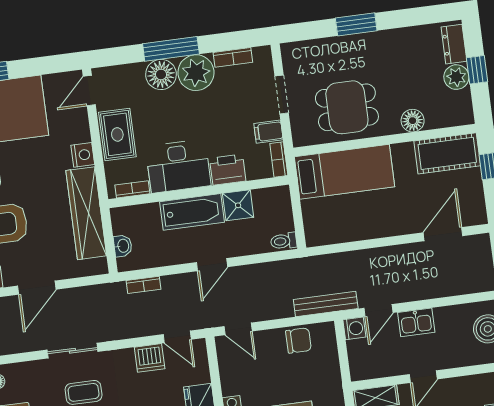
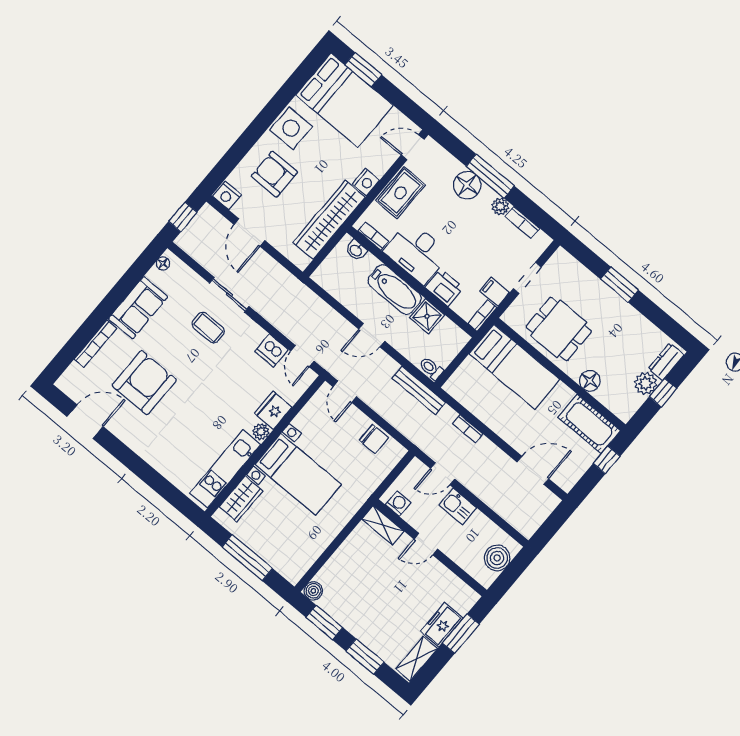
plant: (196, 73) -> (500, 206), width x0.53, depth x0.53
washbasin: (123, 246) -> (356, 250), moved, turned 90
bookcase: (143, 285) -> (468, 429), moved
door: (37, 288) -> (249, 233), hinge flipped
bench: (326, 304) -> (419, 390), moved
washing machine: (354, 328) -> (398, 504), moved, turned -90

